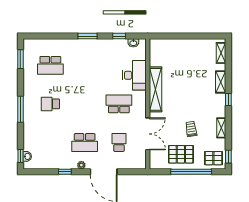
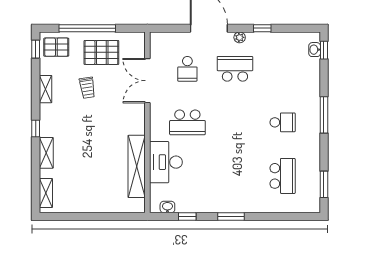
school desk: (50, 65) -> (283, 176), turned 90
shelving: (156, 89) -> (137, 166), moved

